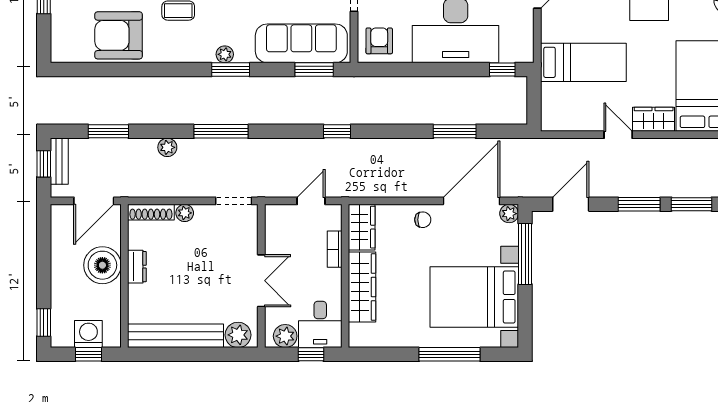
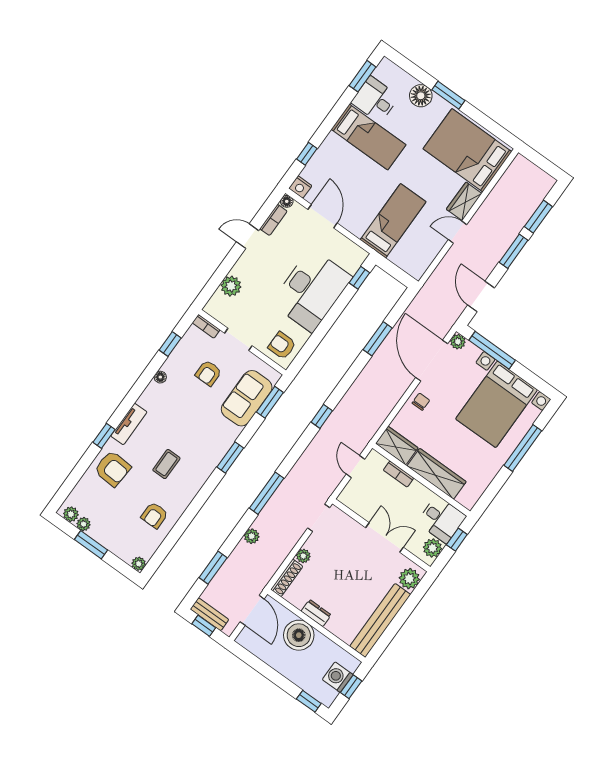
armchair: (119, 35) -> (154, 515), width x0.53, depth x0.53
sofa: (301, 43) -> (247, 398), width x0.73
plant: (225, 54) -> (139, 564), moved

